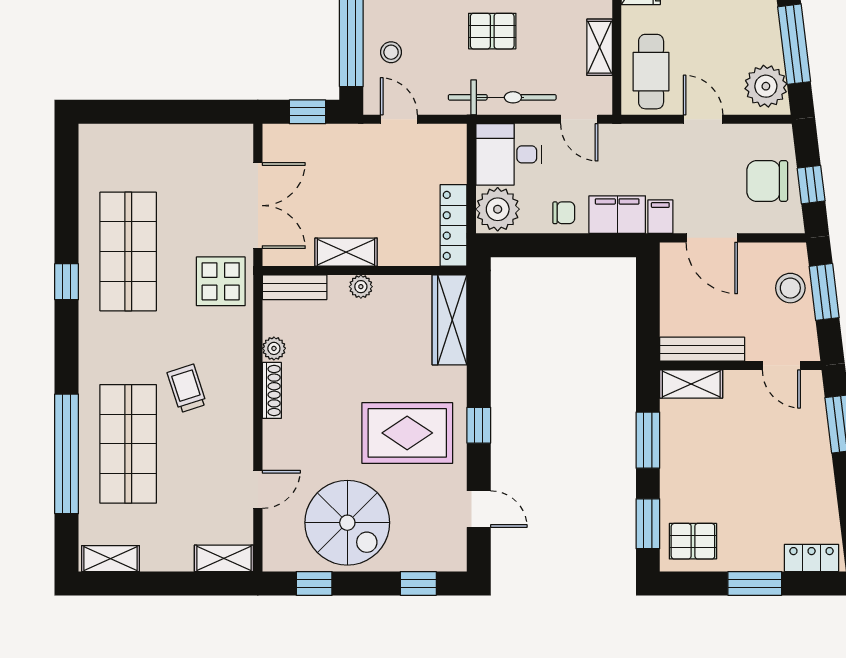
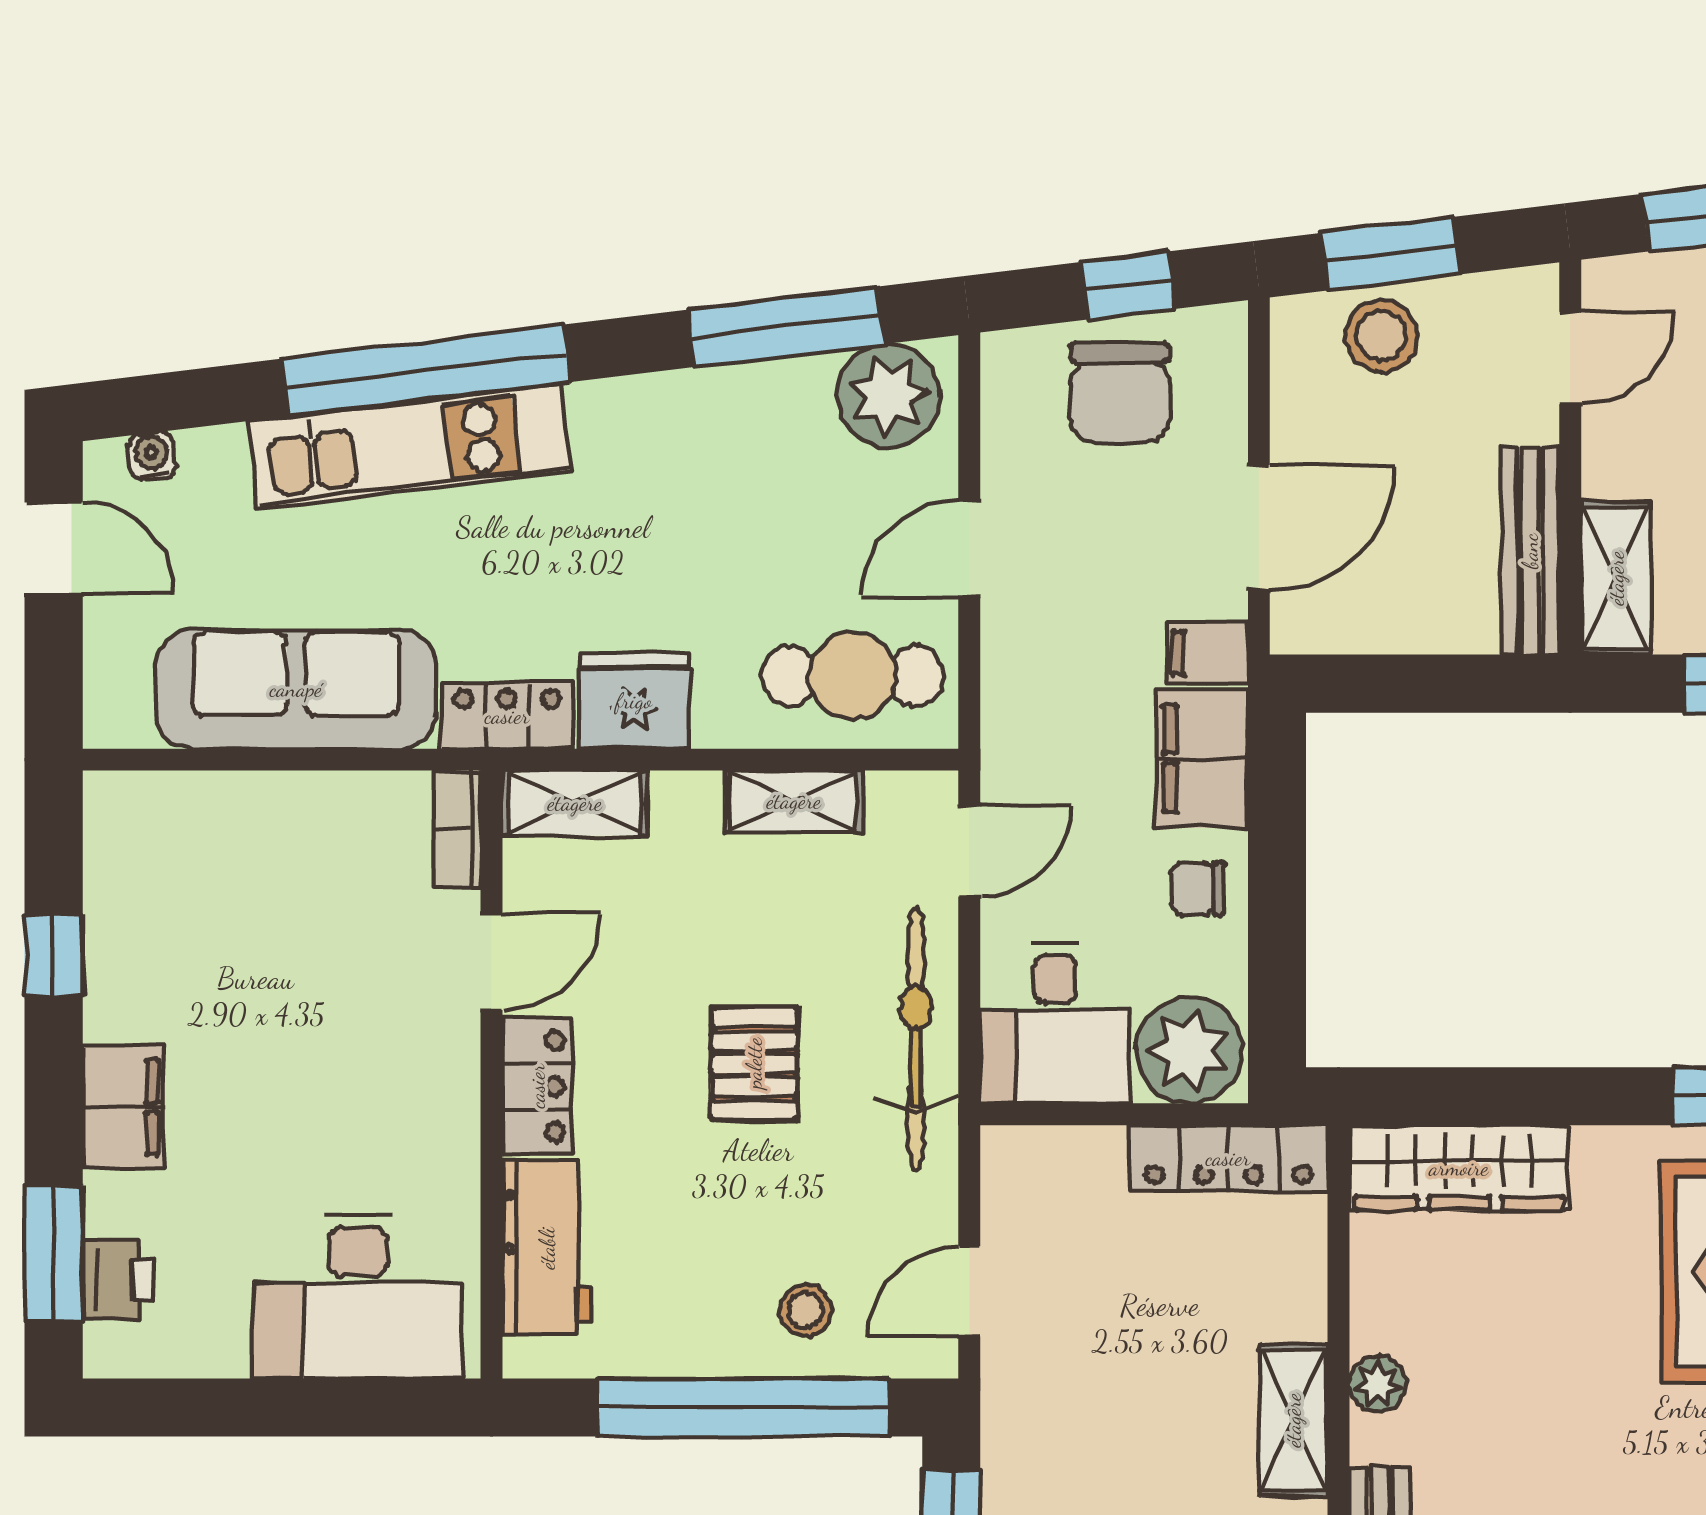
chair: (564, 213) -> (1198, 889), turned -90

